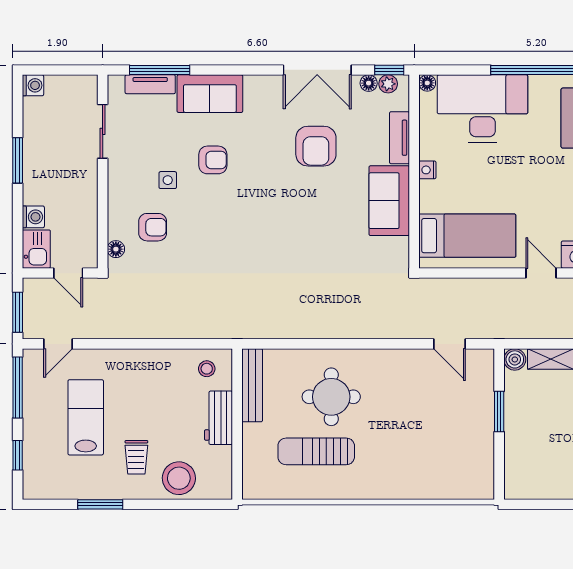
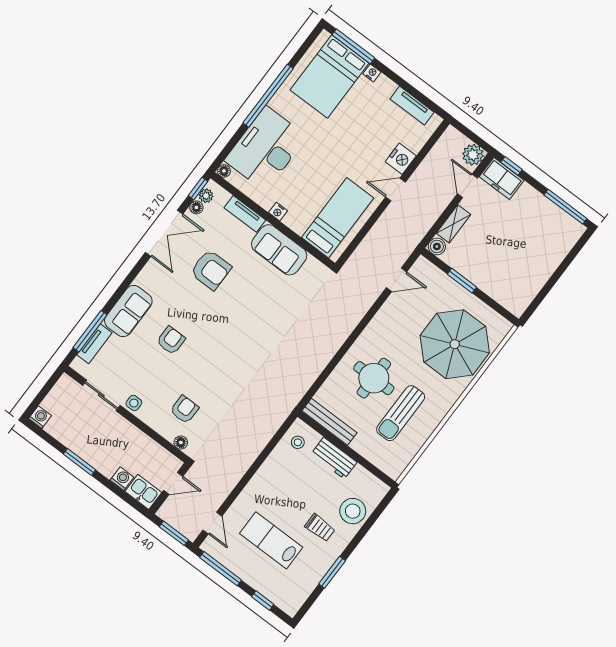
side table: (168, 180) -> (134, 403), moved
parasol: (429, 453) -> (455, 344), added

